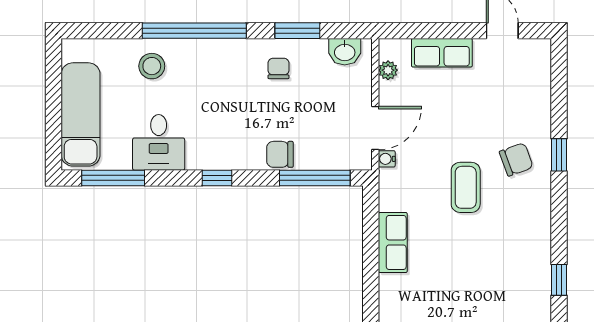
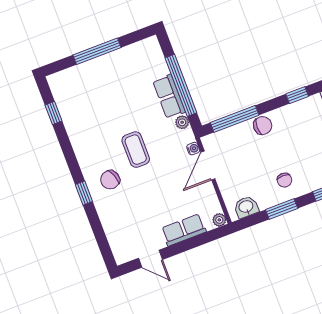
plant: (388, 70) -> (219, 220), moved
plant: (388, 201) -> (182, 122), added
window: (371, 252) -> (181, 85), added

